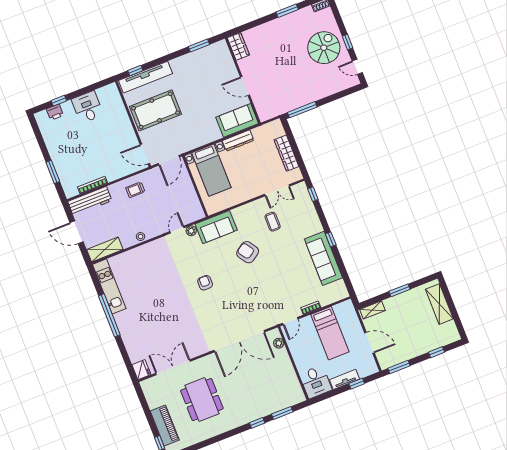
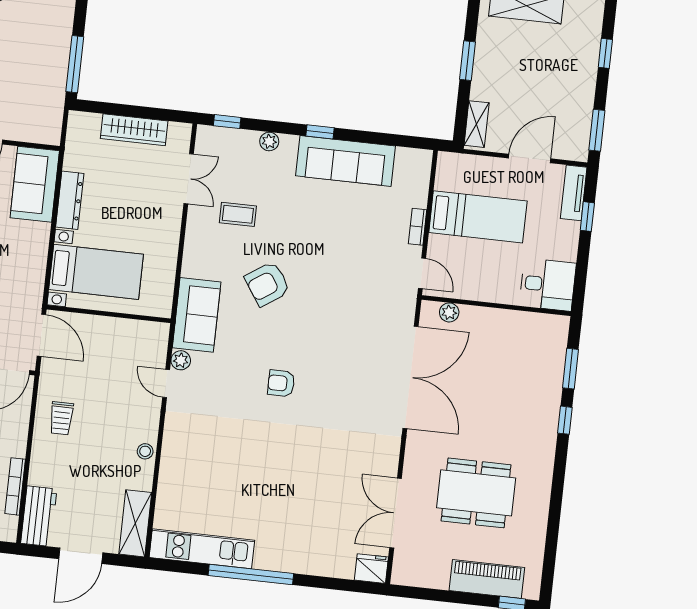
workbench: (90, 201) -> (39, 516), width x0.73
plant: (314, 218) -> (269, 141), added
tv unit: (345, 379) -> (574, 193), moved

